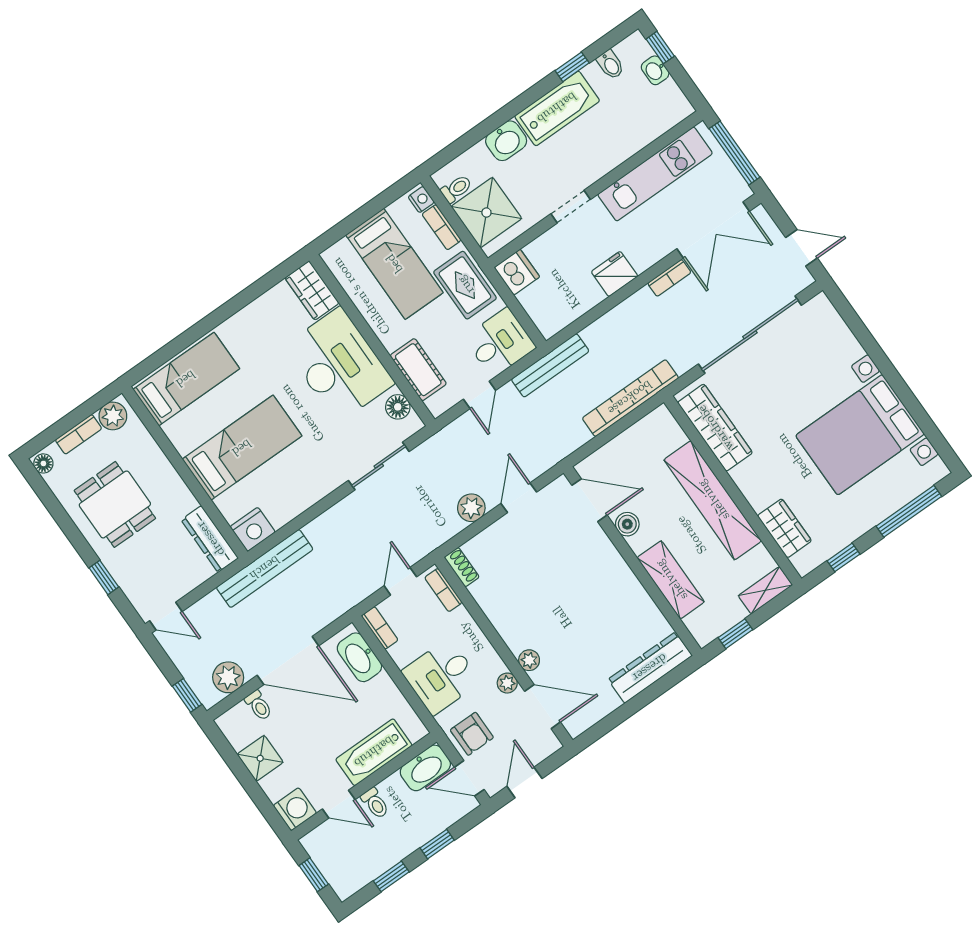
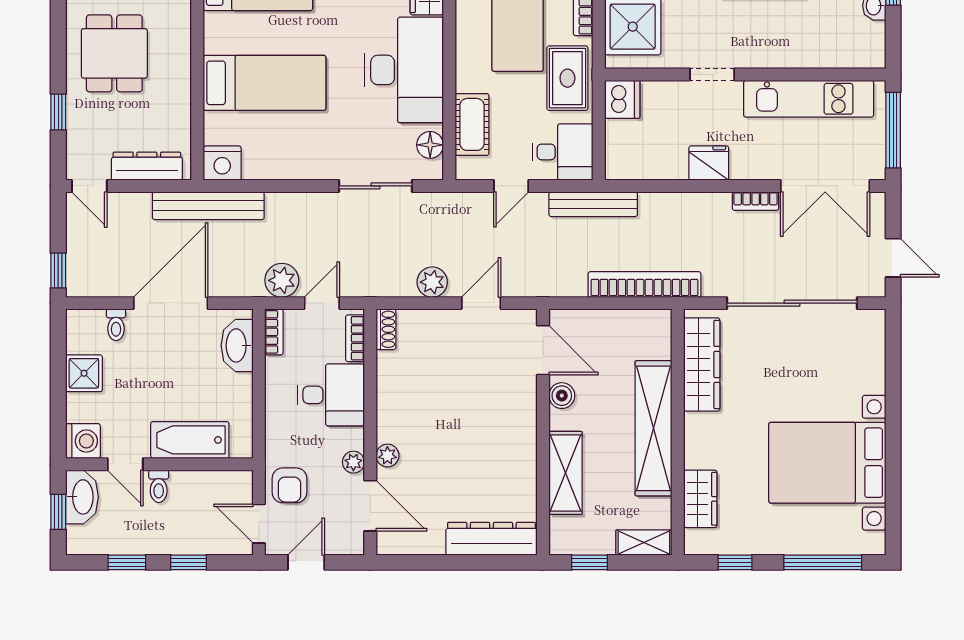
dresser: (210, 539) -> (147, 166), moved, turned 90
door: (288, 661) -> (171, 303), swing flipped
plant: (228, 677) -> (282, 280), moved
desk: (441, 677) -> (331, 395), moved, turned 180
washbasin: (425, 768) -> (82, 497), moved, turned -90

